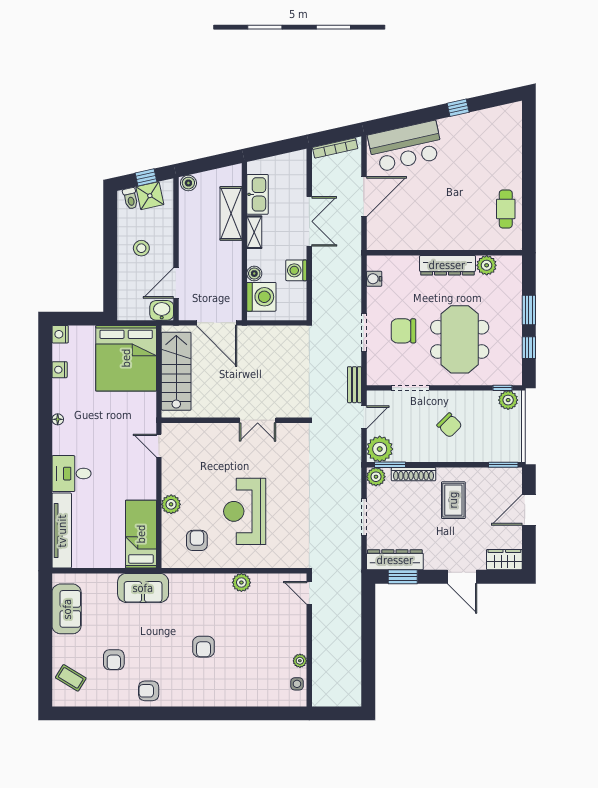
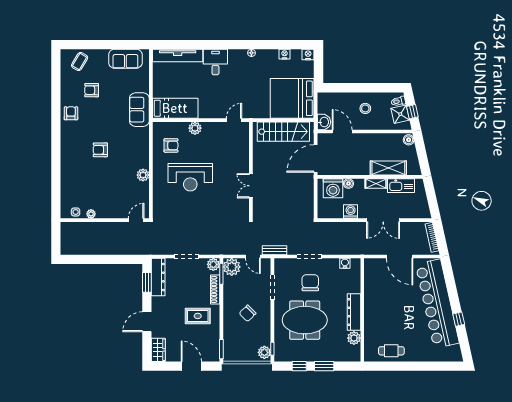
bar counter: (406, 146) -> (437, 304), width x1.86
reception desk: (245, 511) -> (190, 177), turned 180

